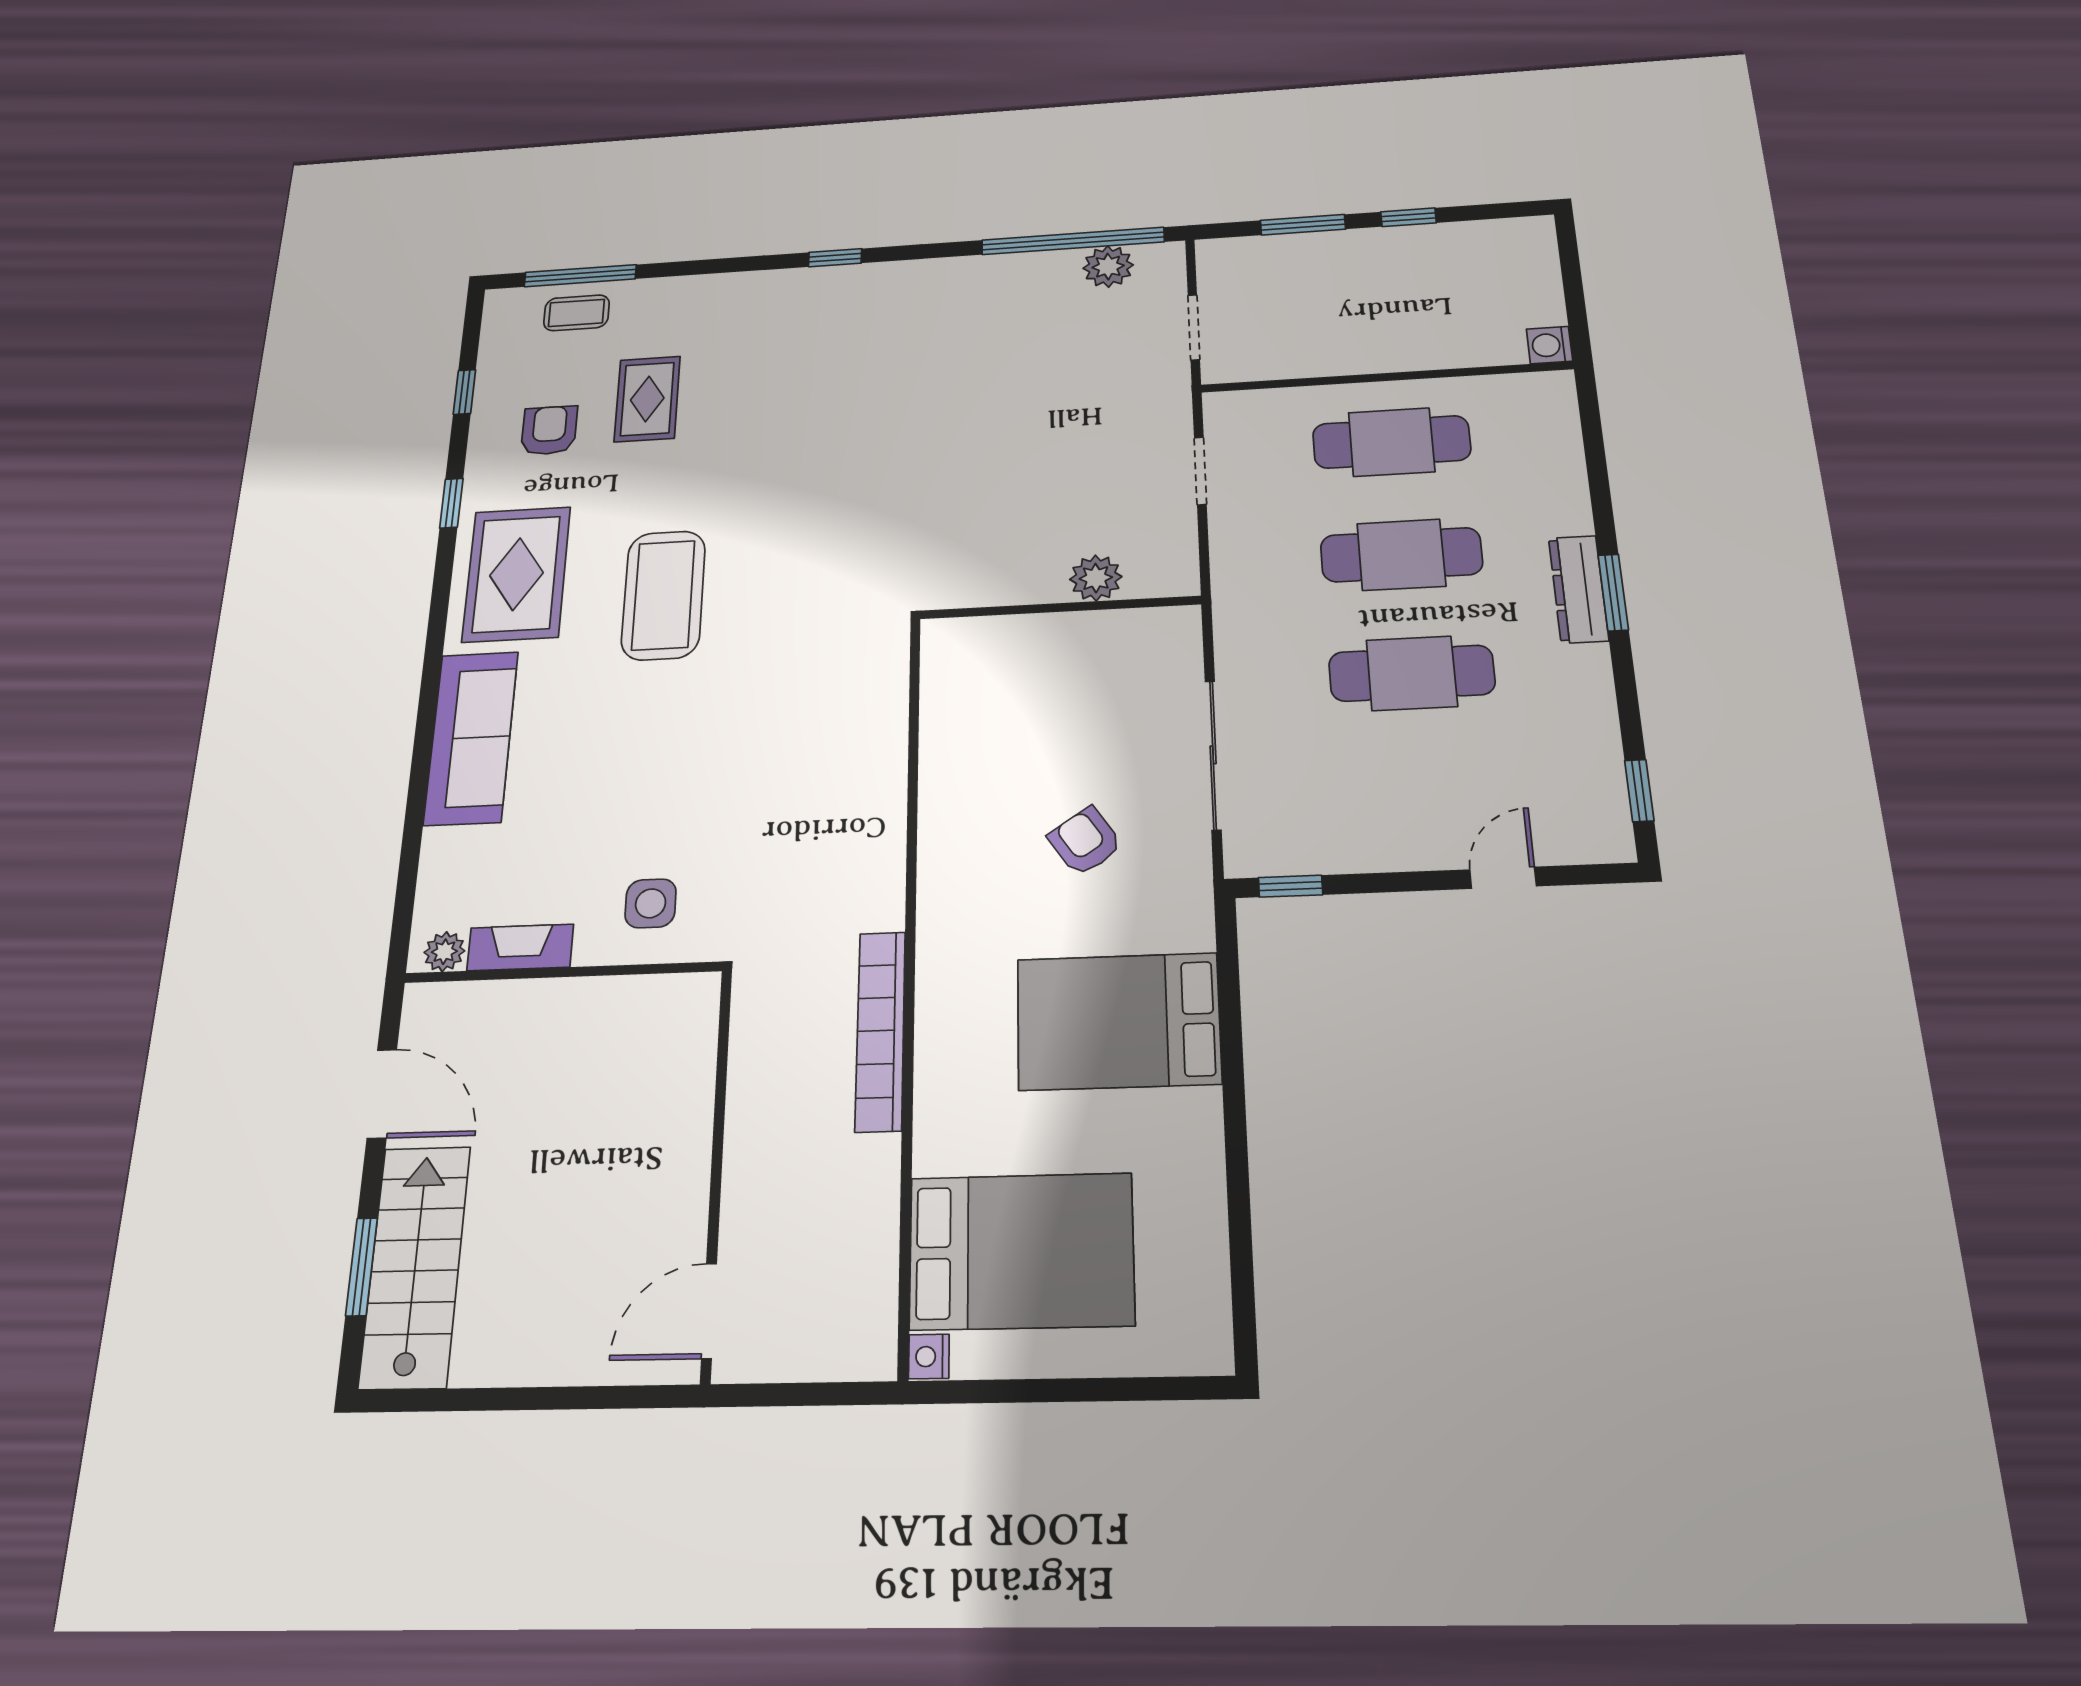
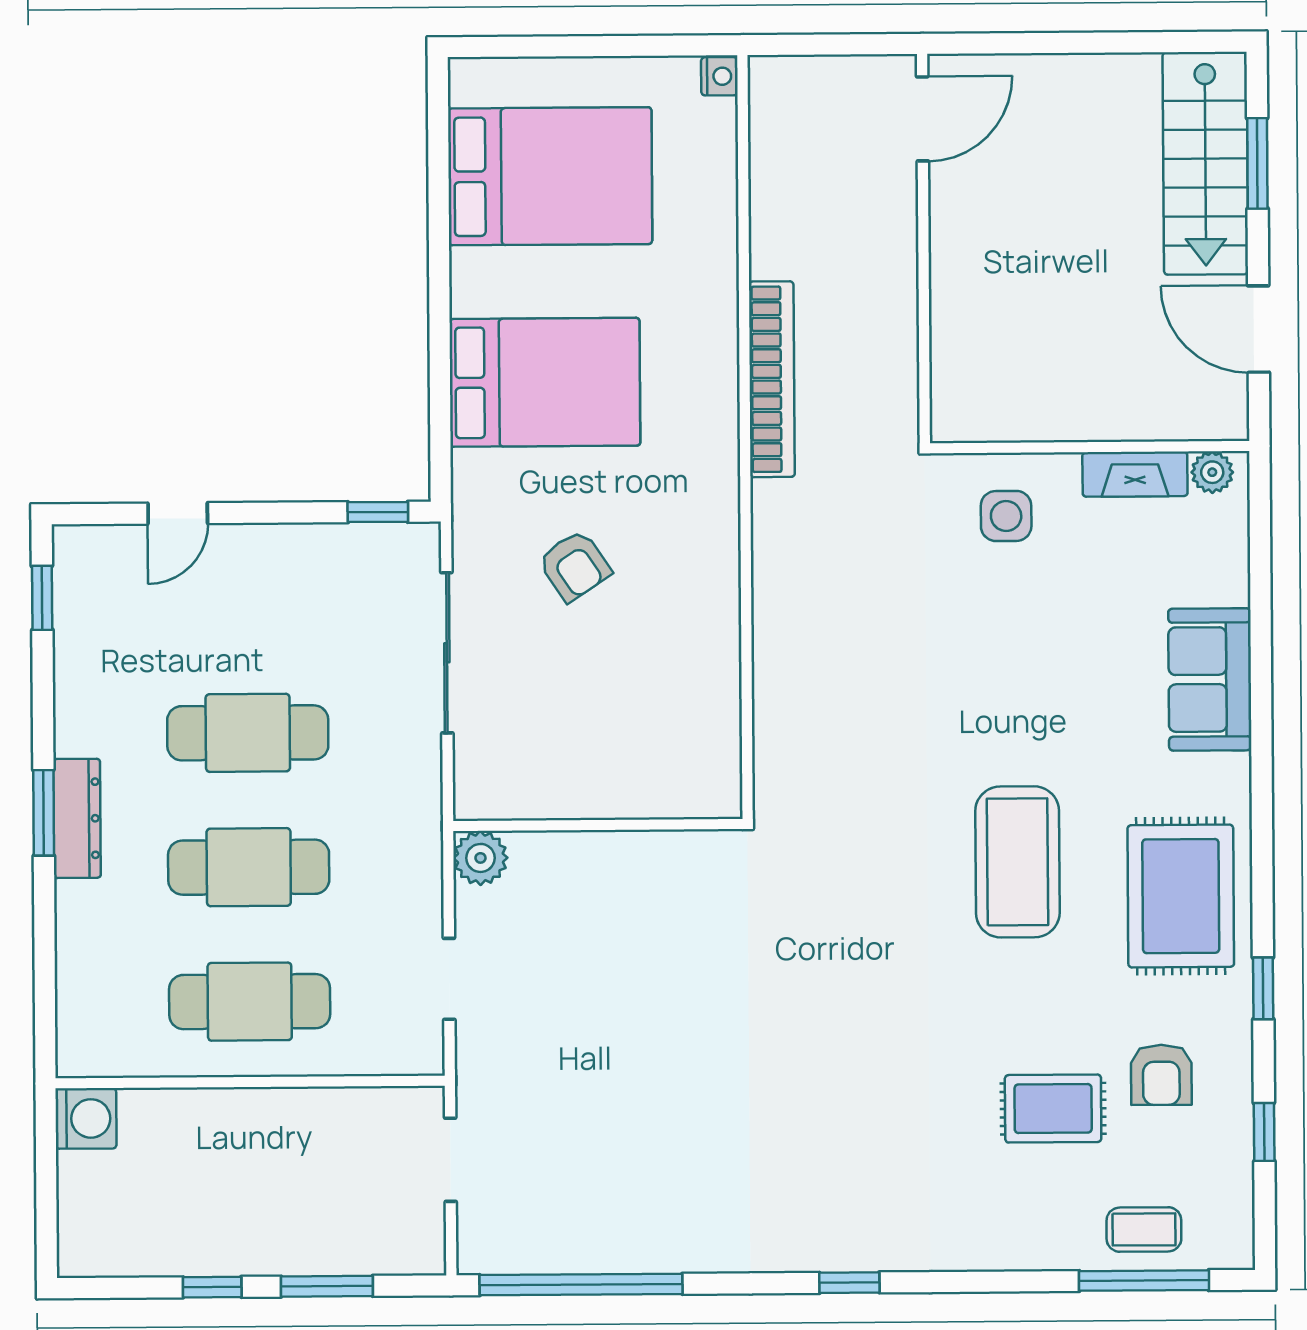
plant: (1108, 267) -> (542, 1247), removed
washing machine: (1550, 345) -> (86, 1118), width x1.38, depth x1.38
rug: (647, 399) -> (1053, 1109), turned 90
plant: (1096, 578) -> (480, 858), moved
sofa: (471, 738) -> (1210, 679), width x0.73
bed: (1021, 1251) -> (550, 176), moved, turned 180

